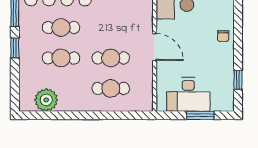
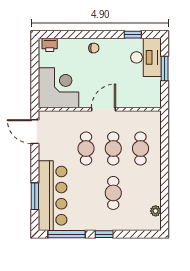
cafe table: (61, 27) -> (86, 148), moved
desk: (188, 94) -> (146, 57), moved
plant: (46, 100) -> (156, 211), width x0.53, depth x0.53

